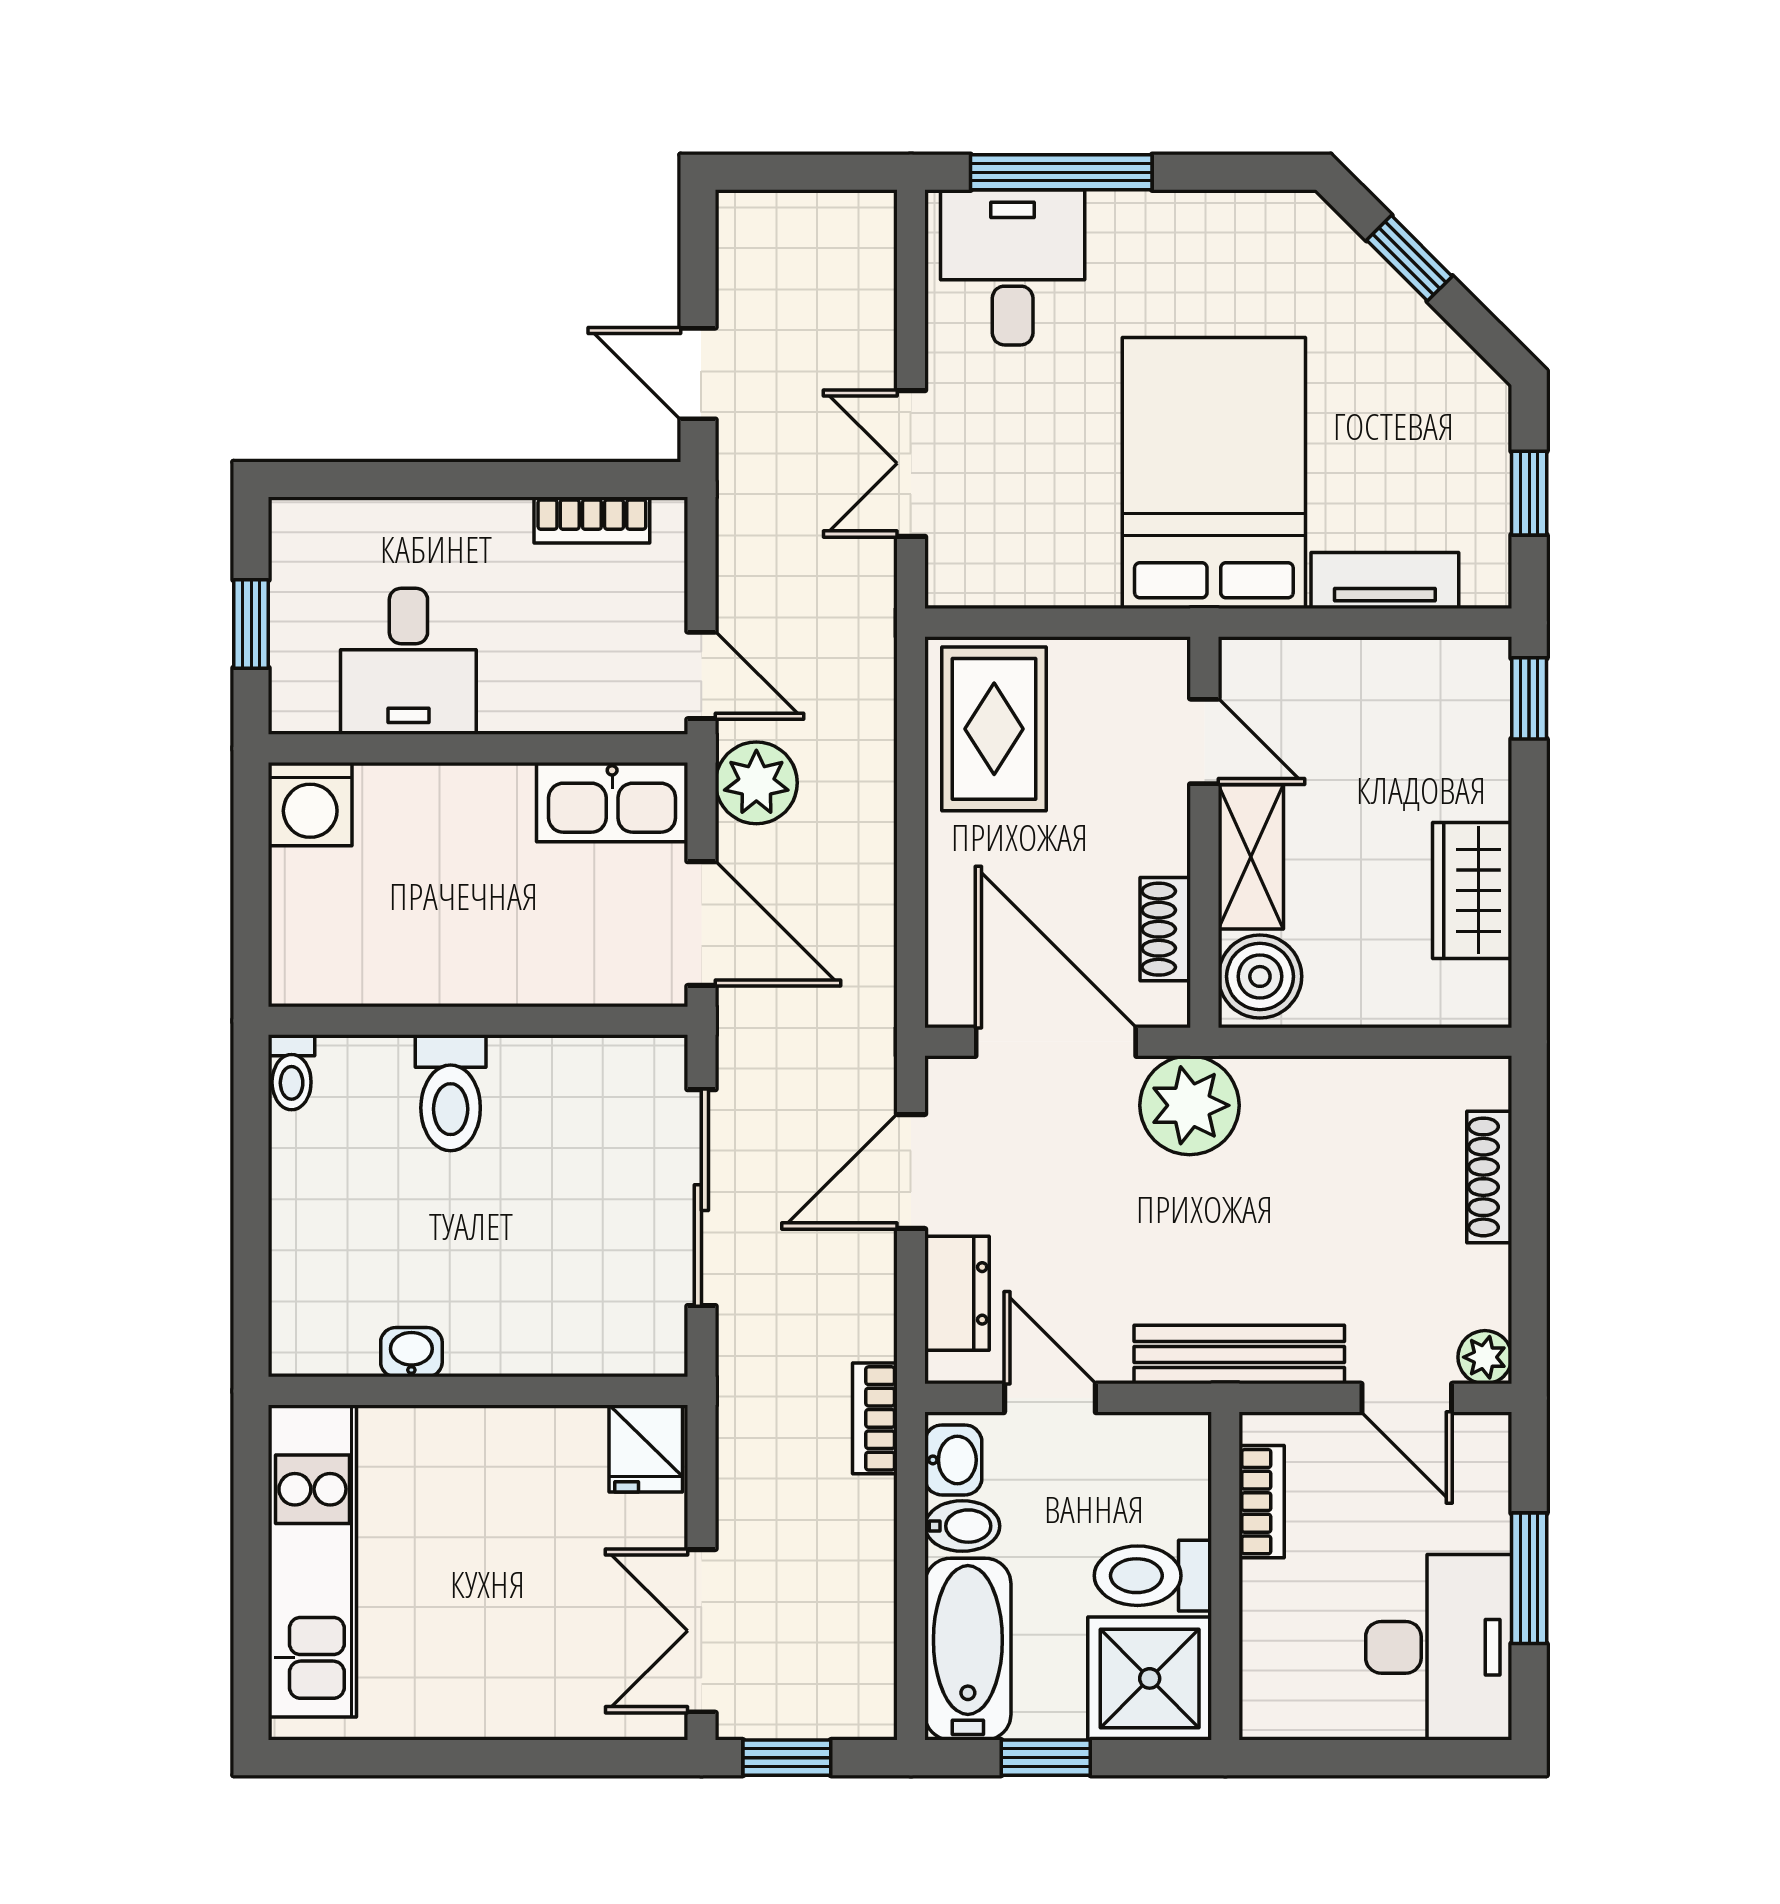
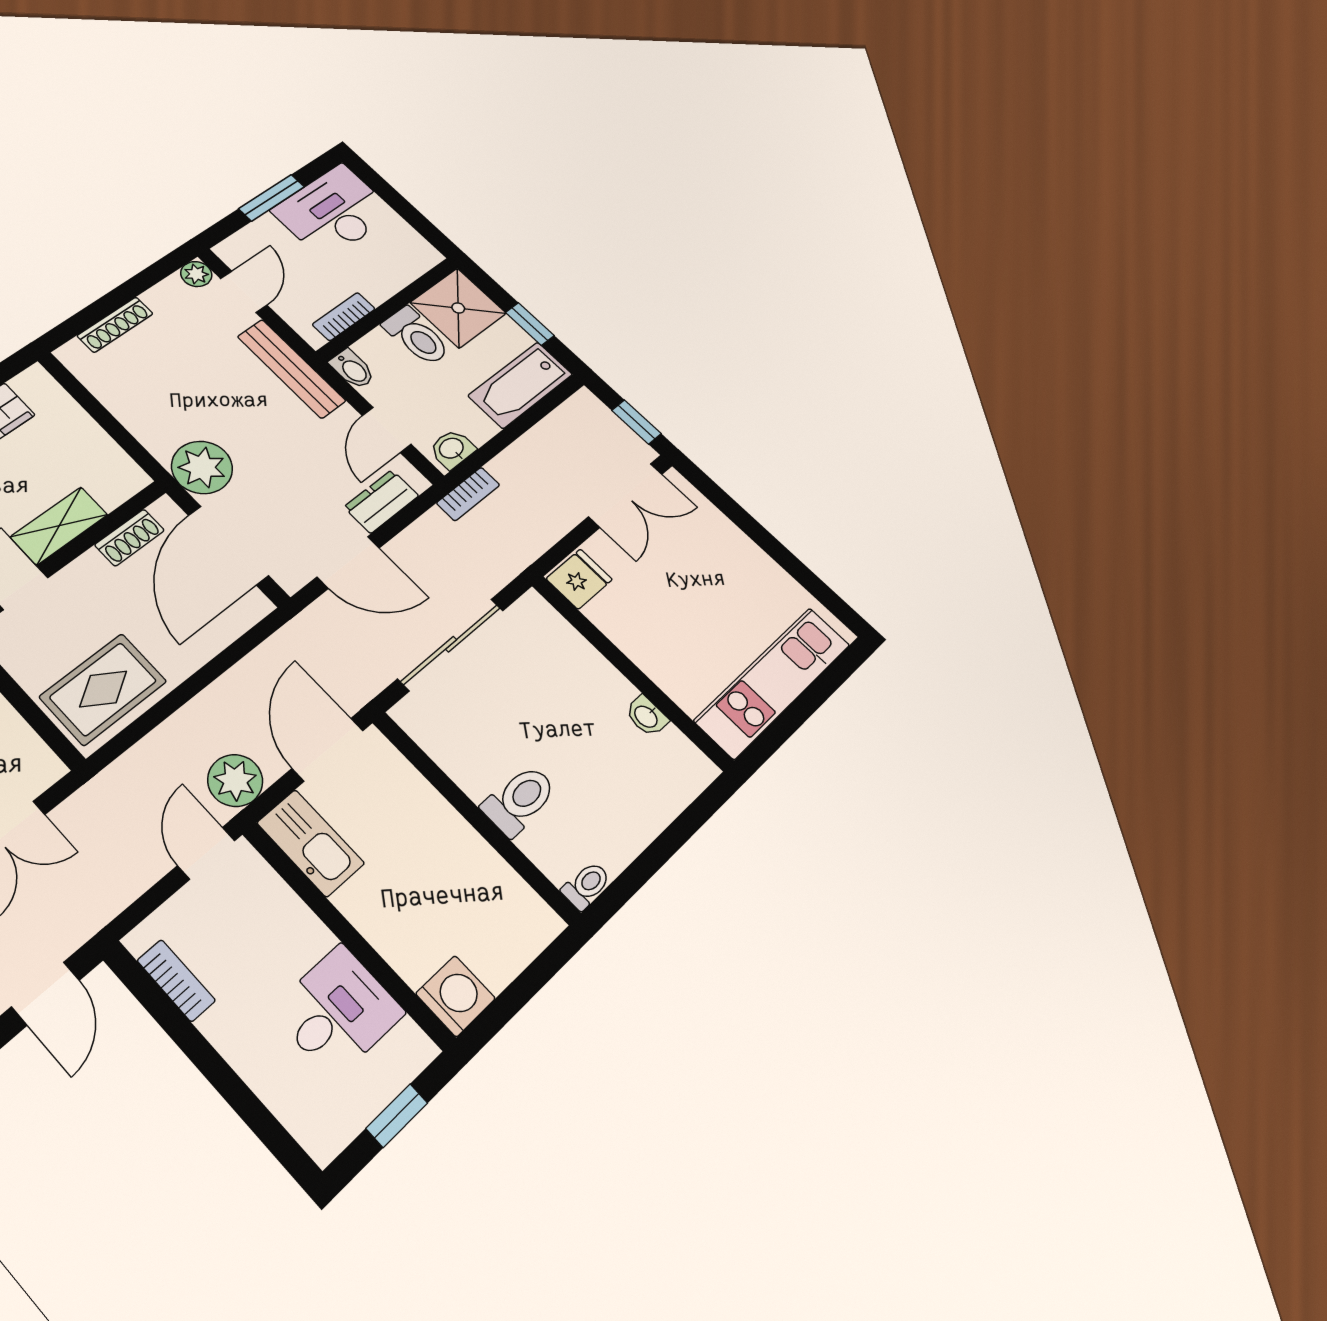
boiler: (1260, 976) -> (113, 481), removed
bidet: (962, 1526) -> (352, 369), moved, turned 180

